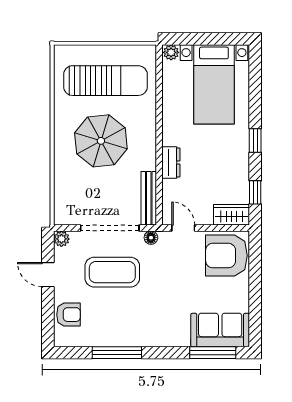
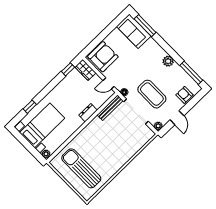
window: (255, 140) -> (30, 107), moved
parasol: (101, 141) -> (106, 147), removed
door: (183, 228) -> (109, 83), hinge flipped
armchair: (226, 256) -> (103, 57), turned -90
plant: (135, 337) -> (168, 61), added
window: (117, 353) -> (191, 73), moved

